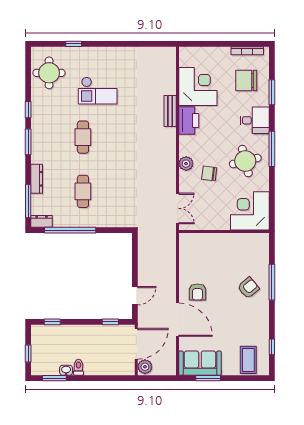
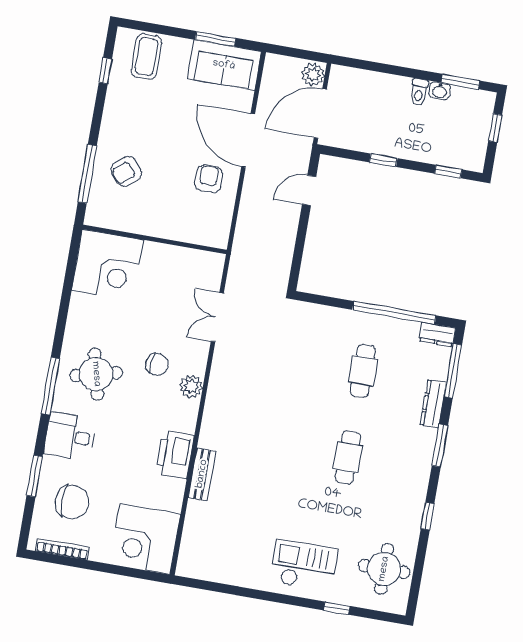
corner desk: (198, 86) -> (145, 539), moved
checkout: (98, 91) -> (304, 565), moved
window: (28, 142) -> (440, 446), moved
corner desk: (250, 211) -> (108, 265), moved
wall: (224, 232) -> (155, 239), moved
window: (110, 322) -> (383, 160), moved

